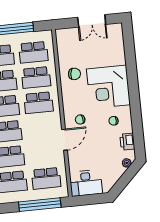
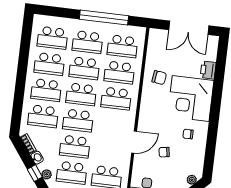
double door: (92, 21) -> (189, 28), width x1.37
chair: (80, 119) -> (164, 152), moved
printer: (127, 142) -> (208, 70), moved

